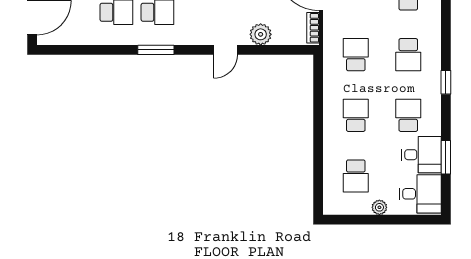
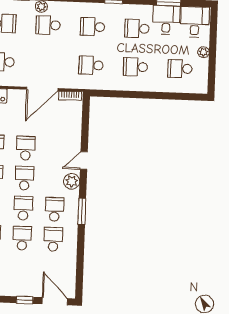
plant: (261, 34) -> (72, 181), moved
door: (225, 50) -> (84, 161), swing flipped
school desk: (408, 55) -> (92, 27), turned 180
school desk: (356, 176) -> (180, 69), turned 180

